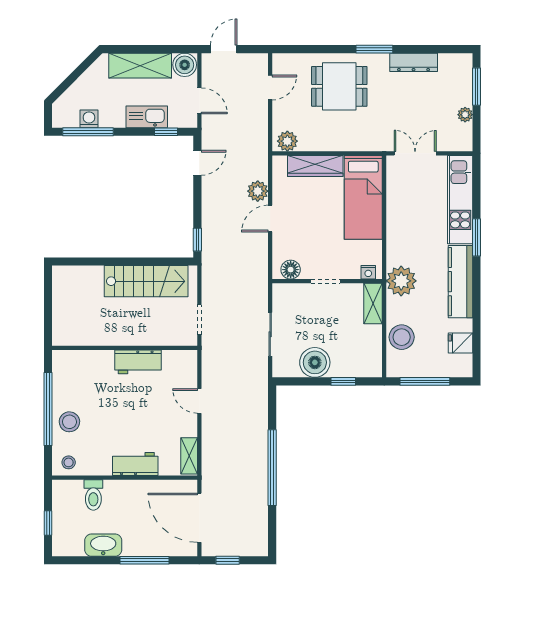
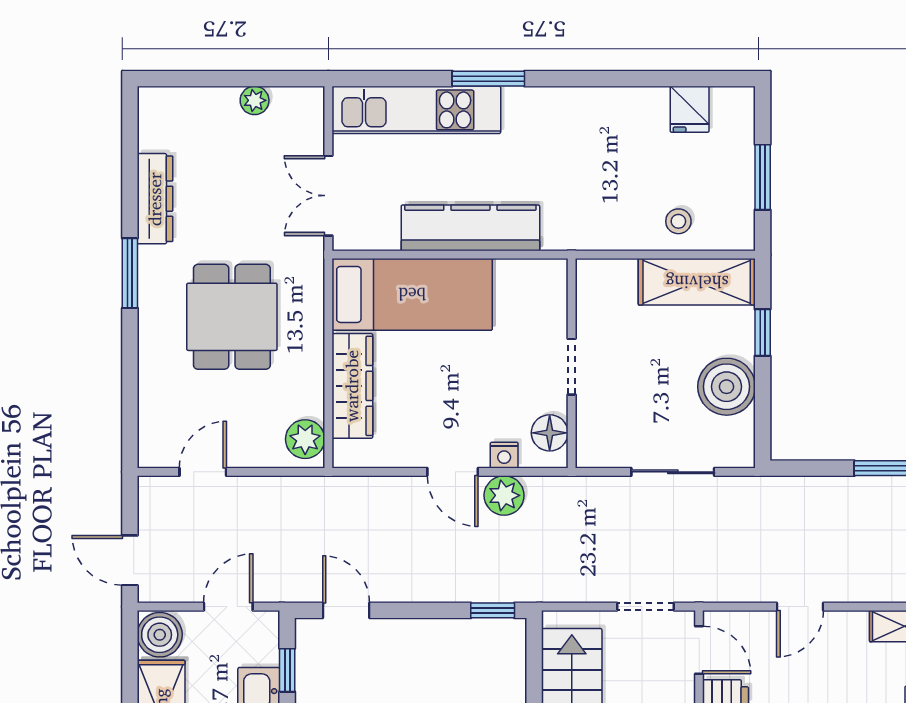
dining table: (339, 86) -> (232, 317), moved
window: (477, 87) -> (201, 79), removed
door: (270, 88) -> (203, 472), hinge flipped
plant: (258, 191) -> (504, 495), moved
nightstand: (368, 272) -> (504, 455), moved, turned 90
plant: (401, 281) -> (571, 222), removed
kitchen counter: (461, 282) -> (470, 228), moved, turned 180
shelving: (373, 304) -> (697, 282), moved, width x1.50, depth x1.33
stool: (402, 337) -> (678, 221), width x0.53, depth x0.53
door: (177, 348) -> (699, 650), added
window: (425, 381) -> (763, 177), width x0.69

